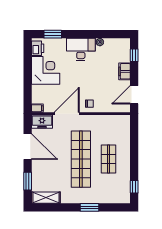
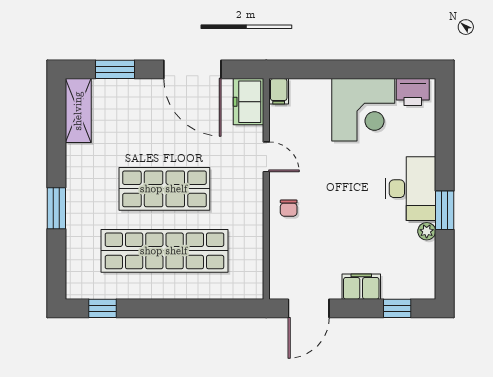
window: (53, 34) -> (445, 210), moved
door: (134, 95) -> (309, 308), swing flipped
door: (67, 114) -> (266, 157), width x0.53
door: (28, 147) -> (192, 69), hinge flipped
shop shelf: (81, 159) -> (164, 189), width x0.71
shop shelf: (109, 159) -> (164, 251), width x2.00, depth x1.36

